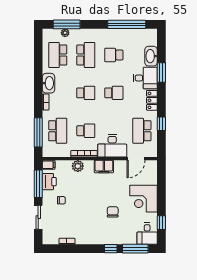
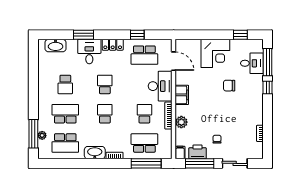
window: (127, 24) -> (33, 71), removed
washbasin: (151, 56) -> (56, 46), moved
desk: (147, 234) -> (252, 63), moved

